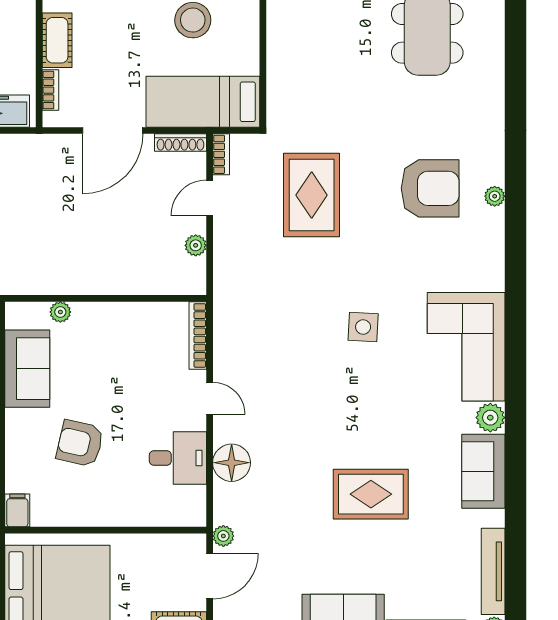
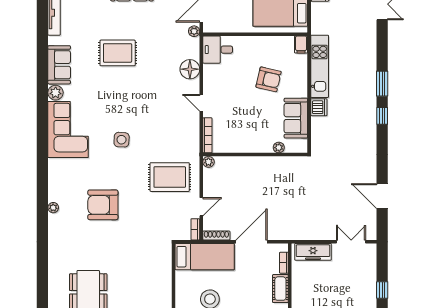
armchair: (430, 188) -> (103, 205), moved
rug: (312, 195) -> (170, 177), moved, turned 90
plant: (196, 245) -> (208, 162), moved
desk: (178, 458) -> (218, 50), moved

